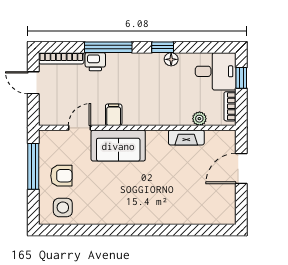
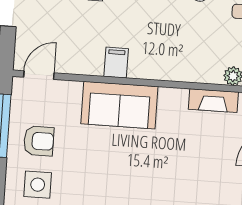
door: (80, 128) -> (39, 75), moved

